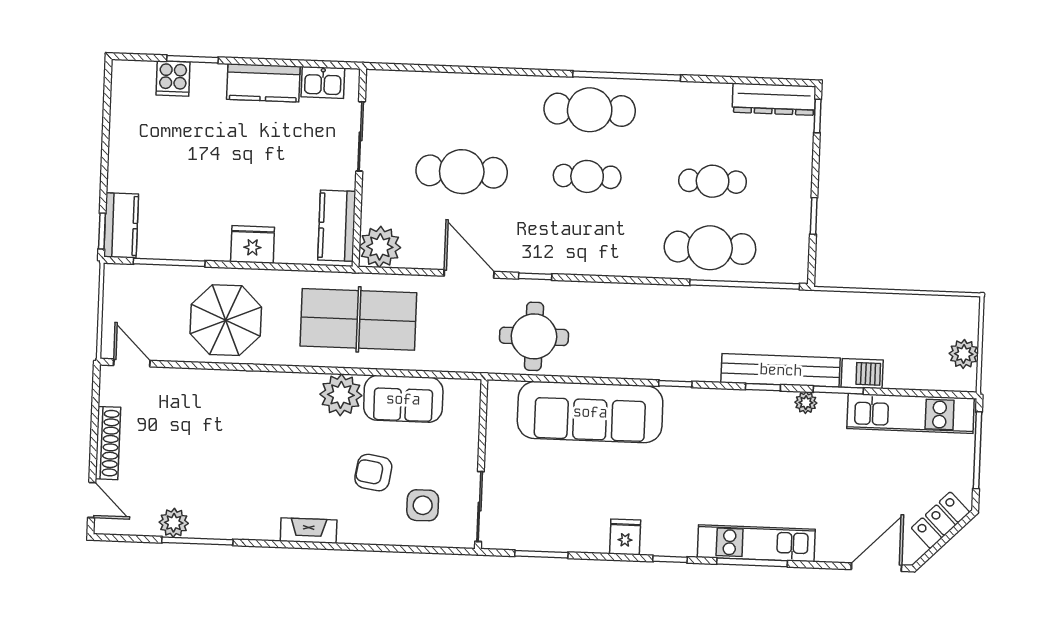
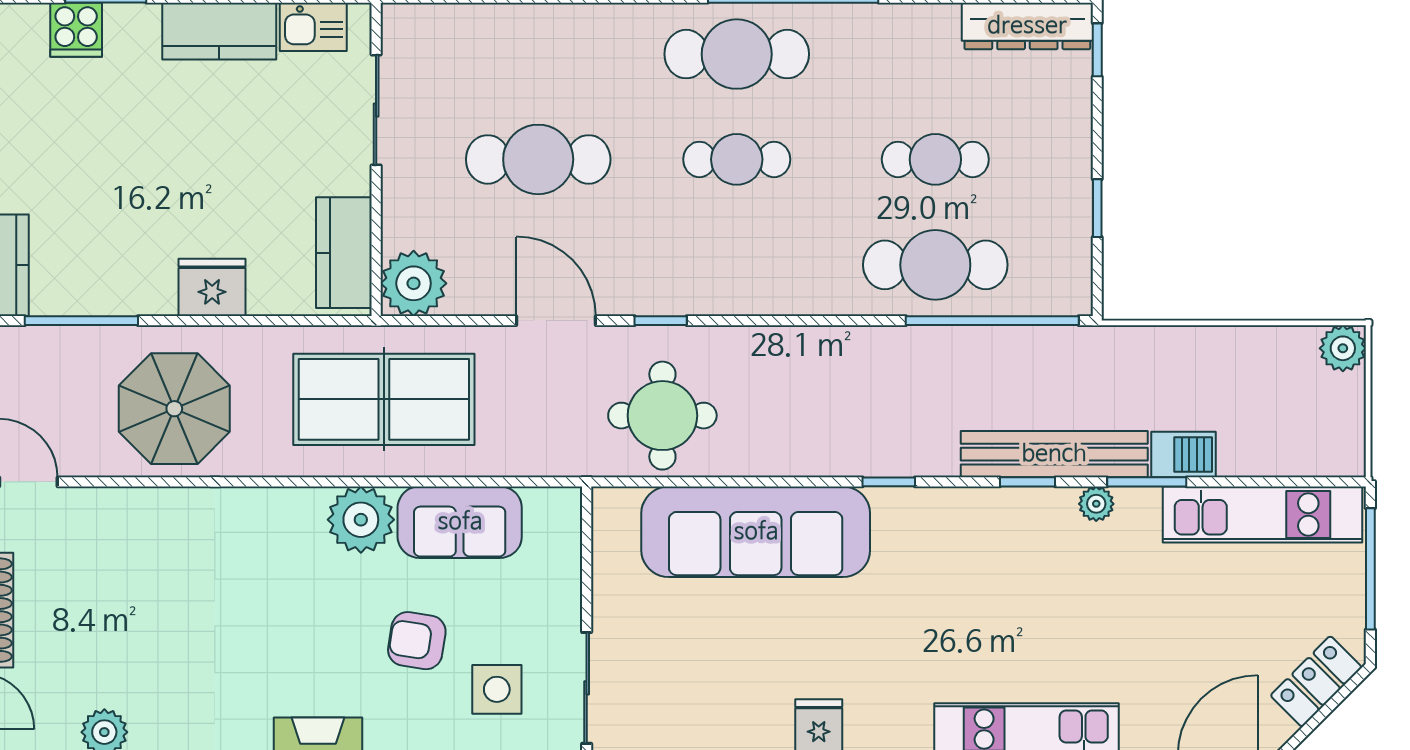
plant: (964, 354) -> (1343, 348), moved

